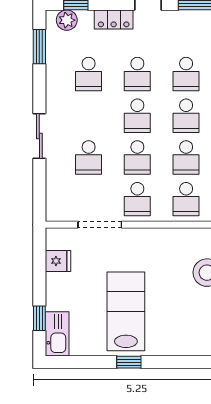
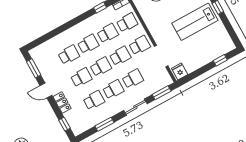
plant: (67, 20) -> (74, 124), removed
window: (39, 47) -> (104, 124), moved
school desk: (89, 116) -> (113, 89), added
window: (39, 192) -> (162, 93), added
fridge: (58, 261) -> (180, 71), moved
kitchen sink: (57, 334) -> (223, 48), removed

